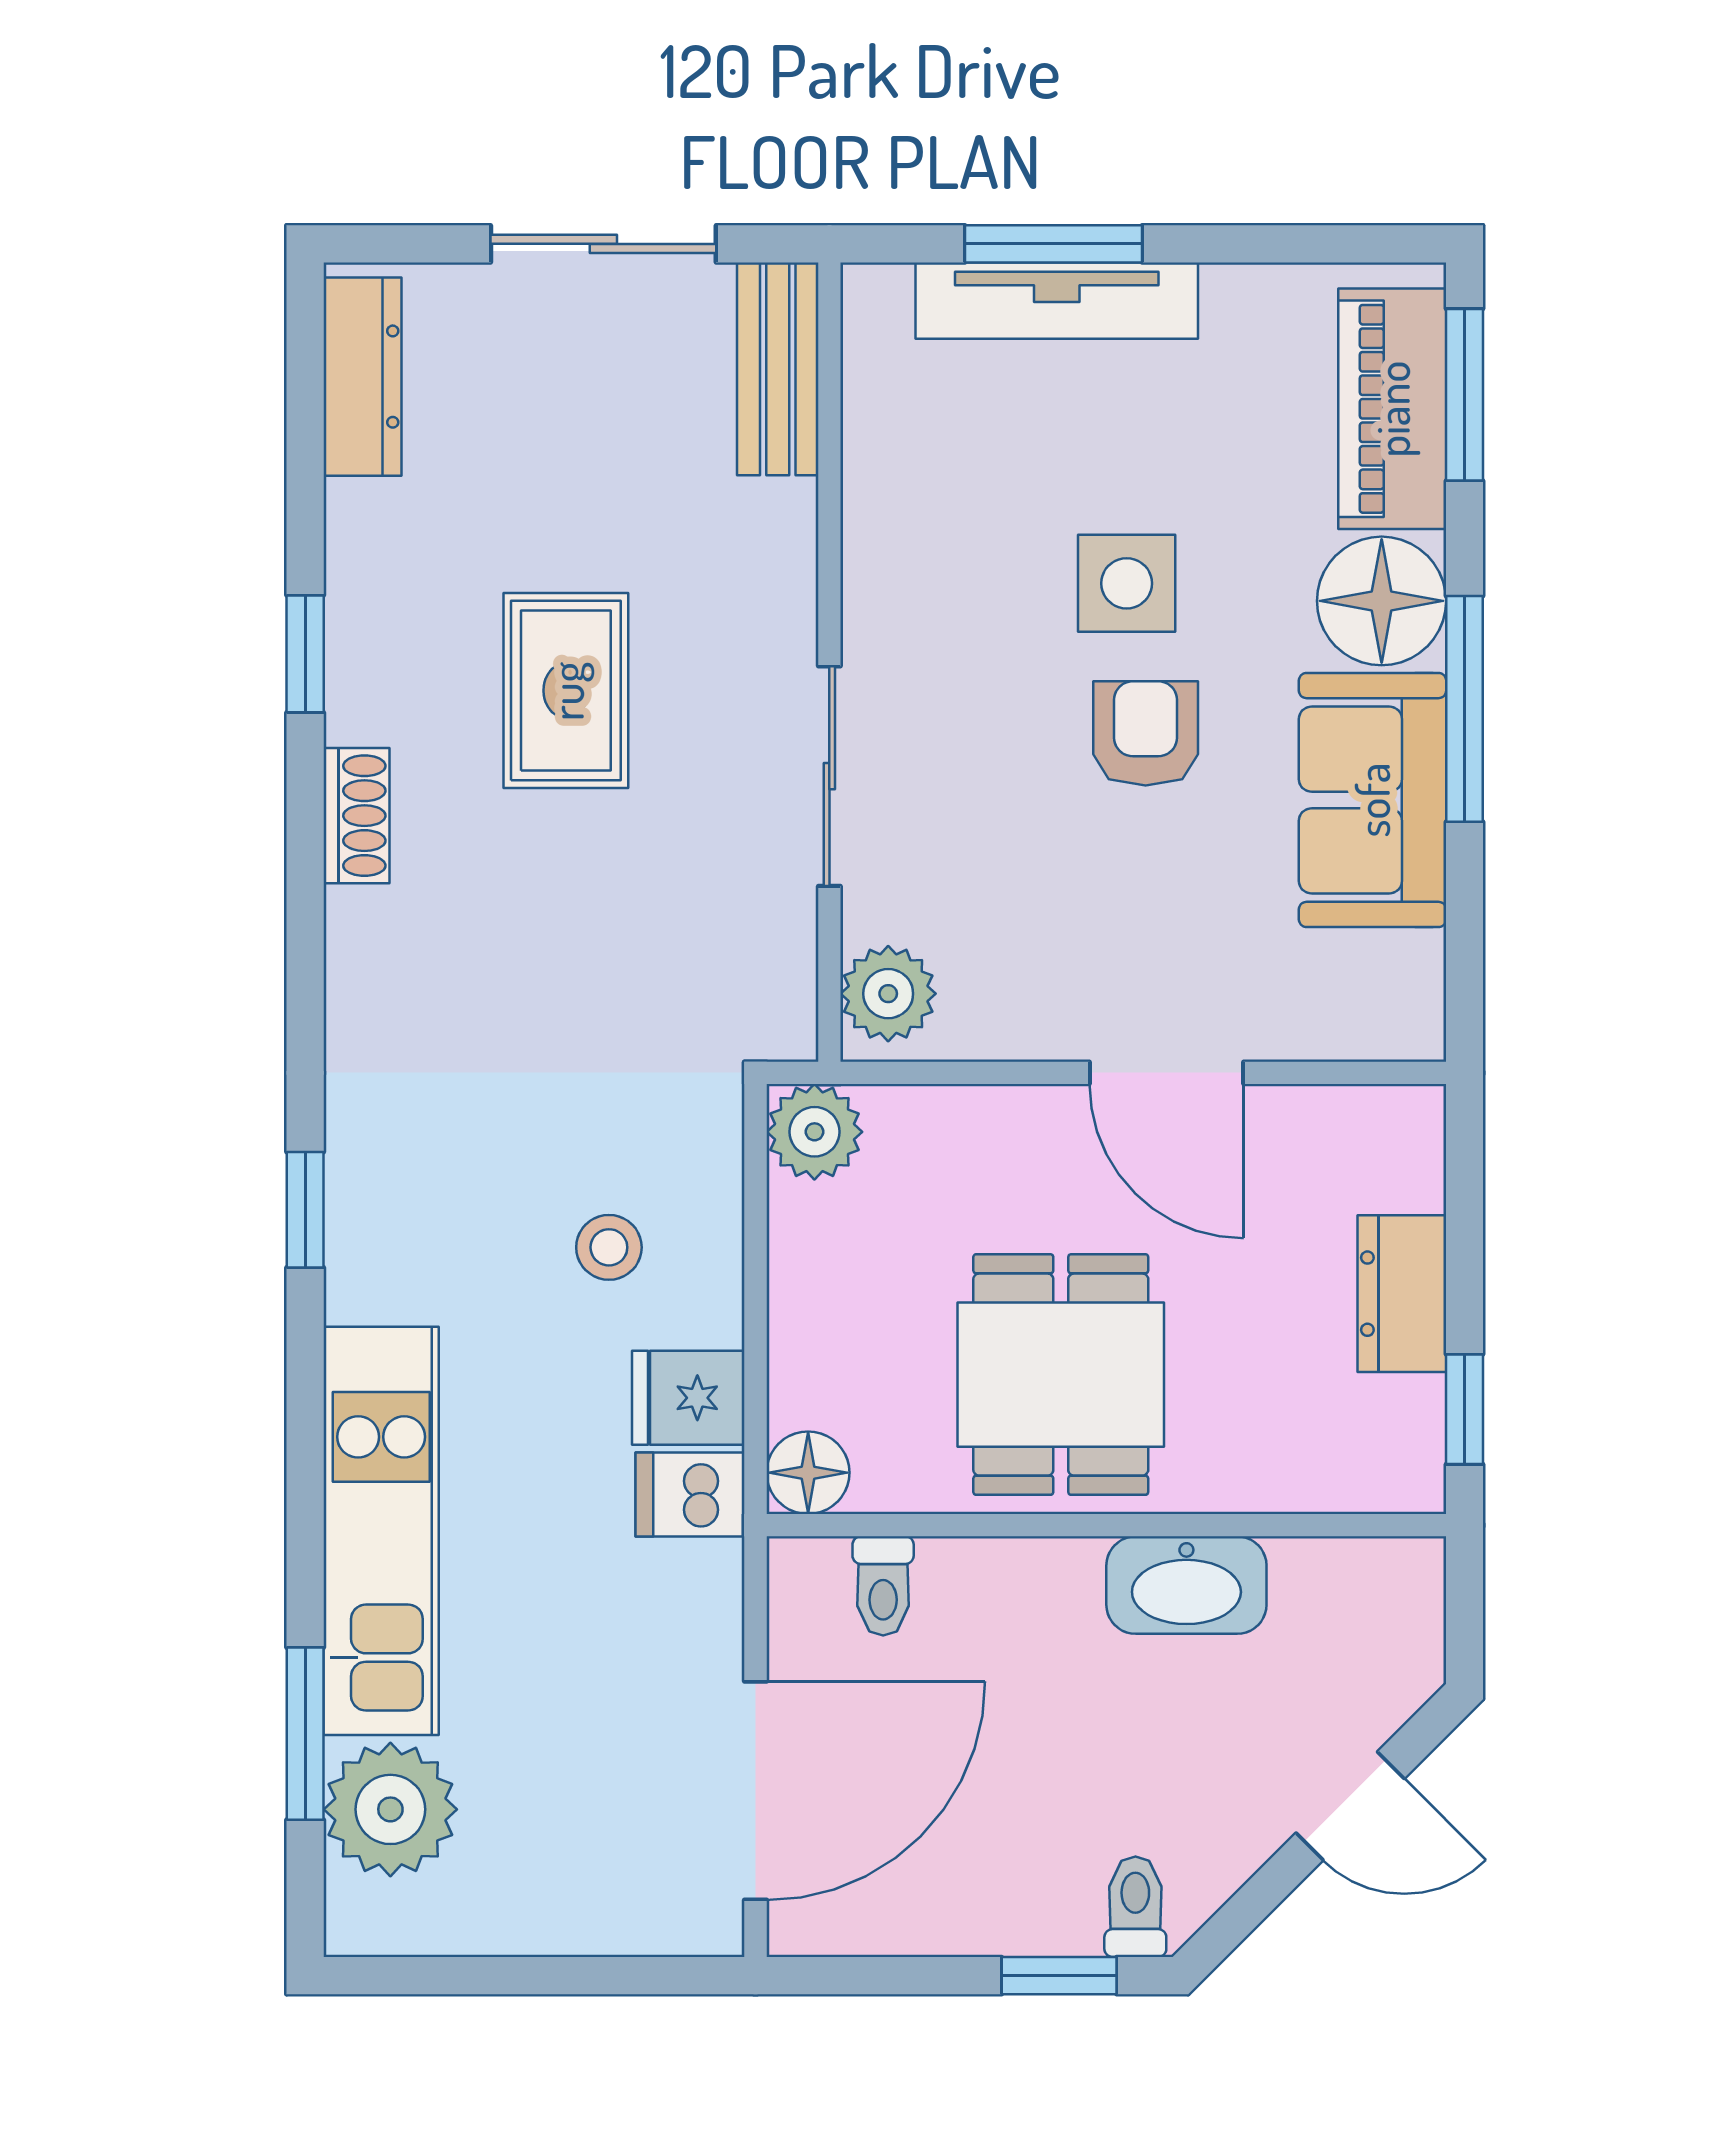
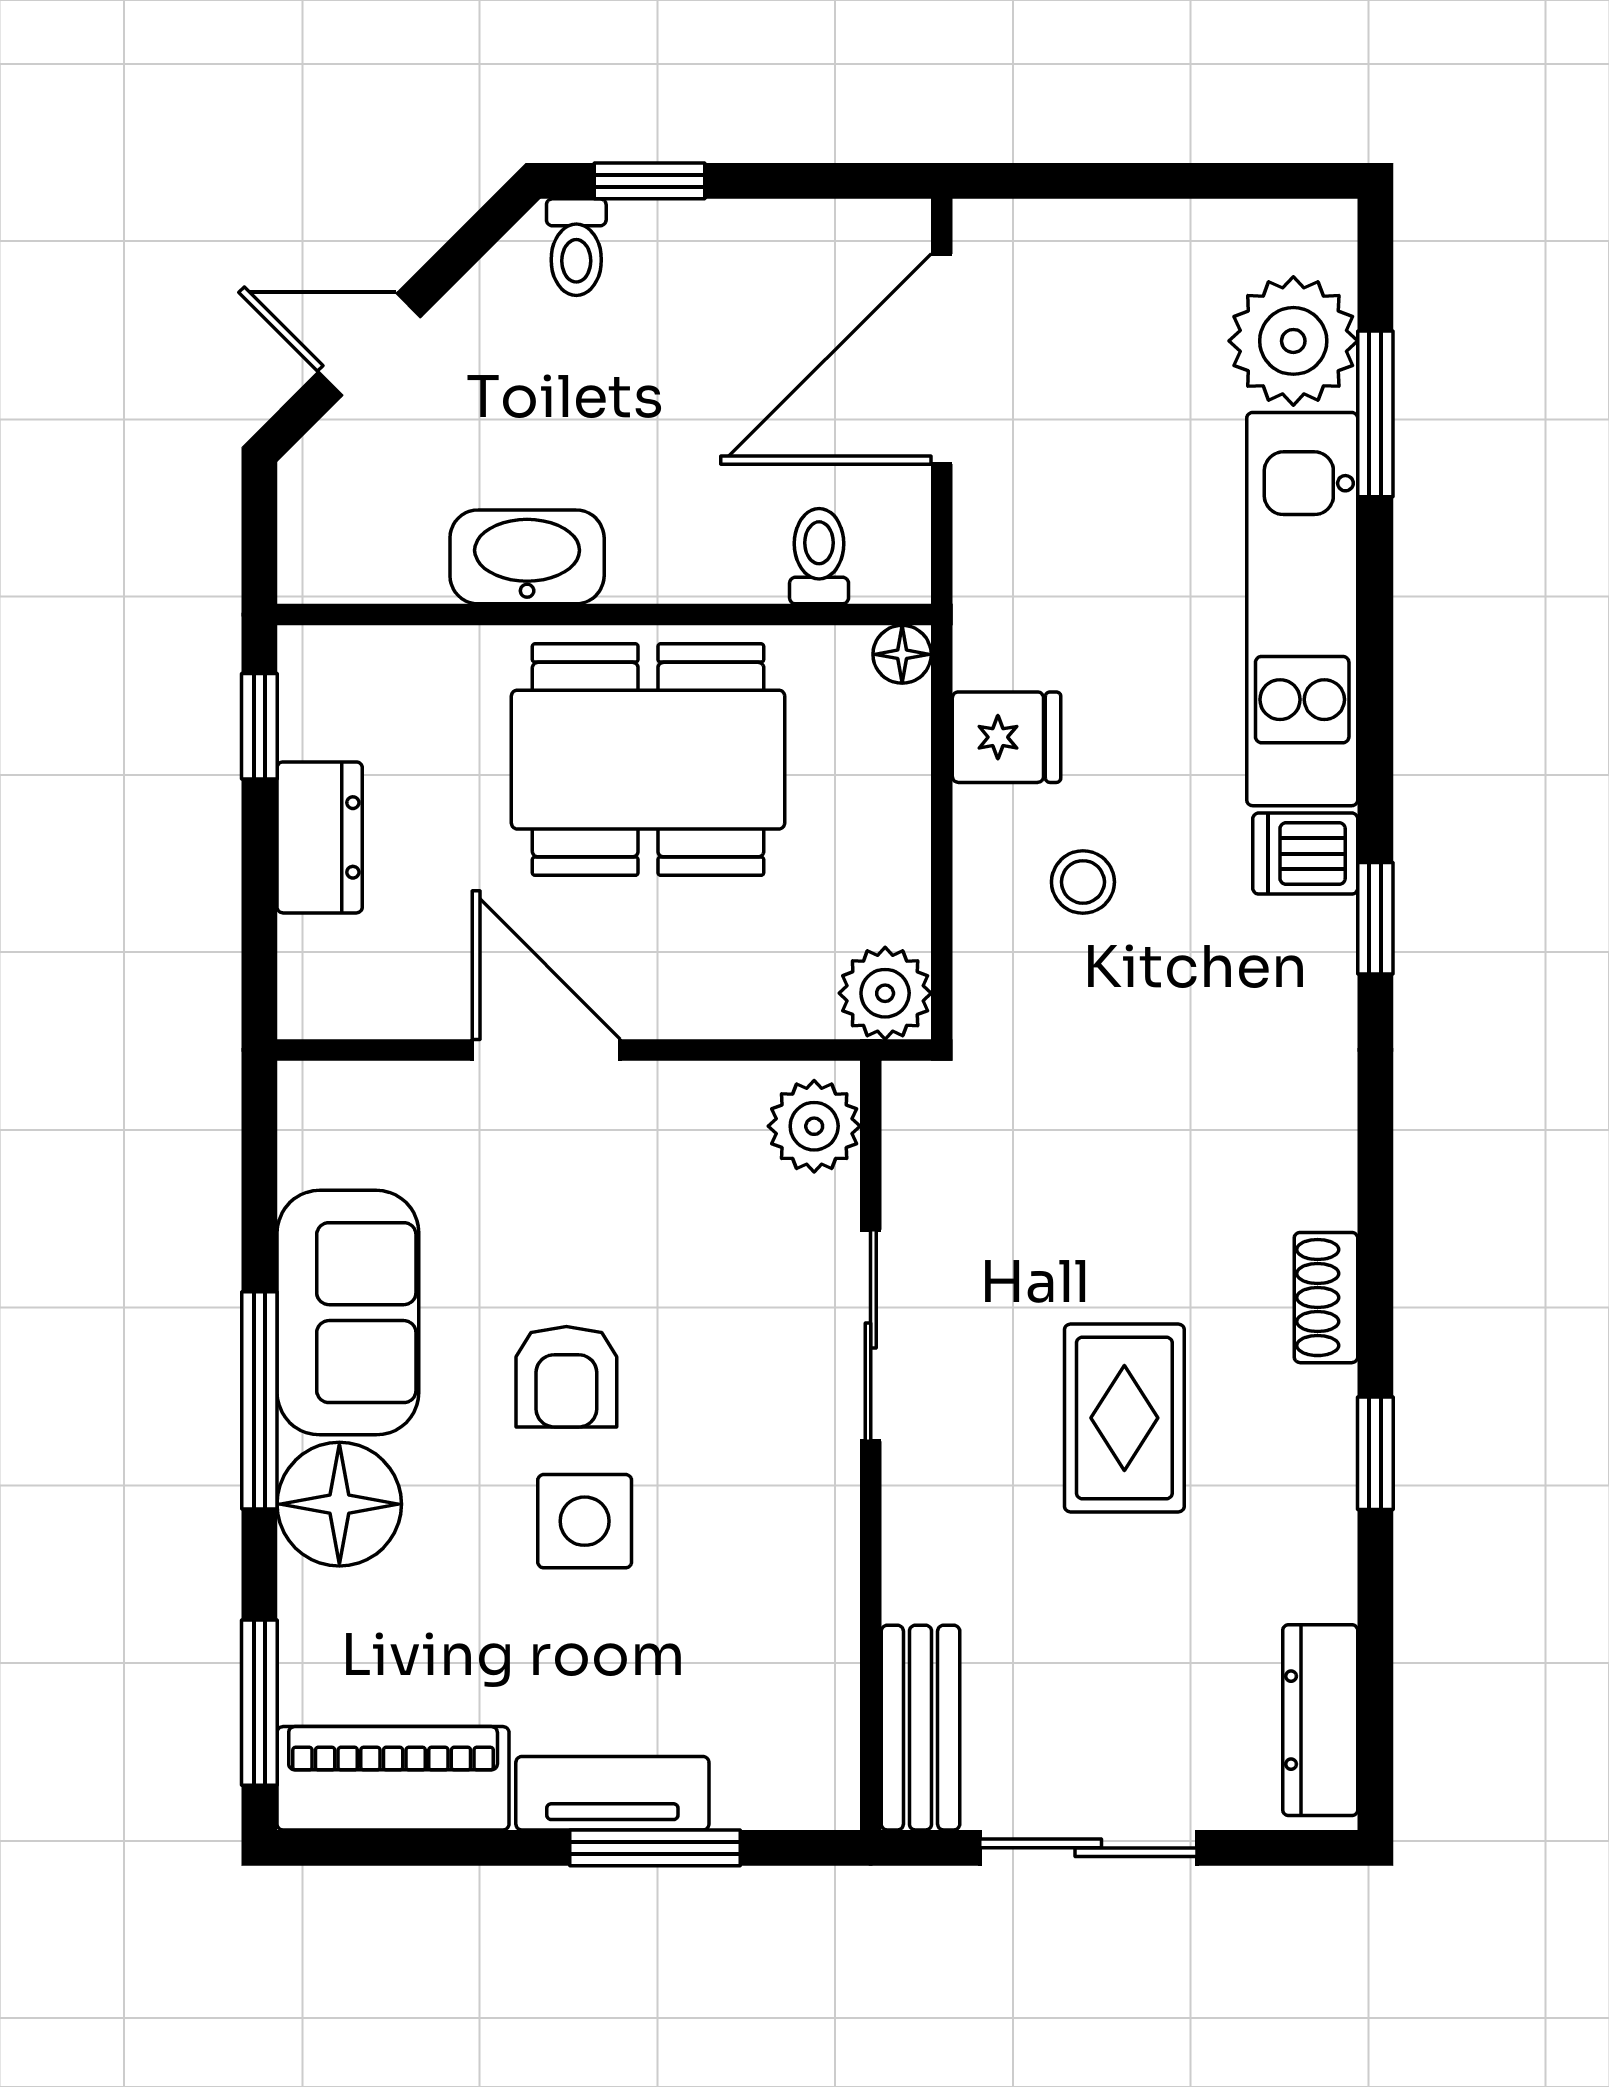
tv unit: (1057, 301) -> (612, 1793), width x0.71
piano: (1392, 409) -> (393, 1778), moved, turned -90
dining table: (1061, 1375) -> (648, 760), width x1.38
floor lamp: (808, 1473) -> (902, 654), width x0.73, depth x0.73
dishwasher: (690, 1495) -> (1305, 854), moved, turned 180

